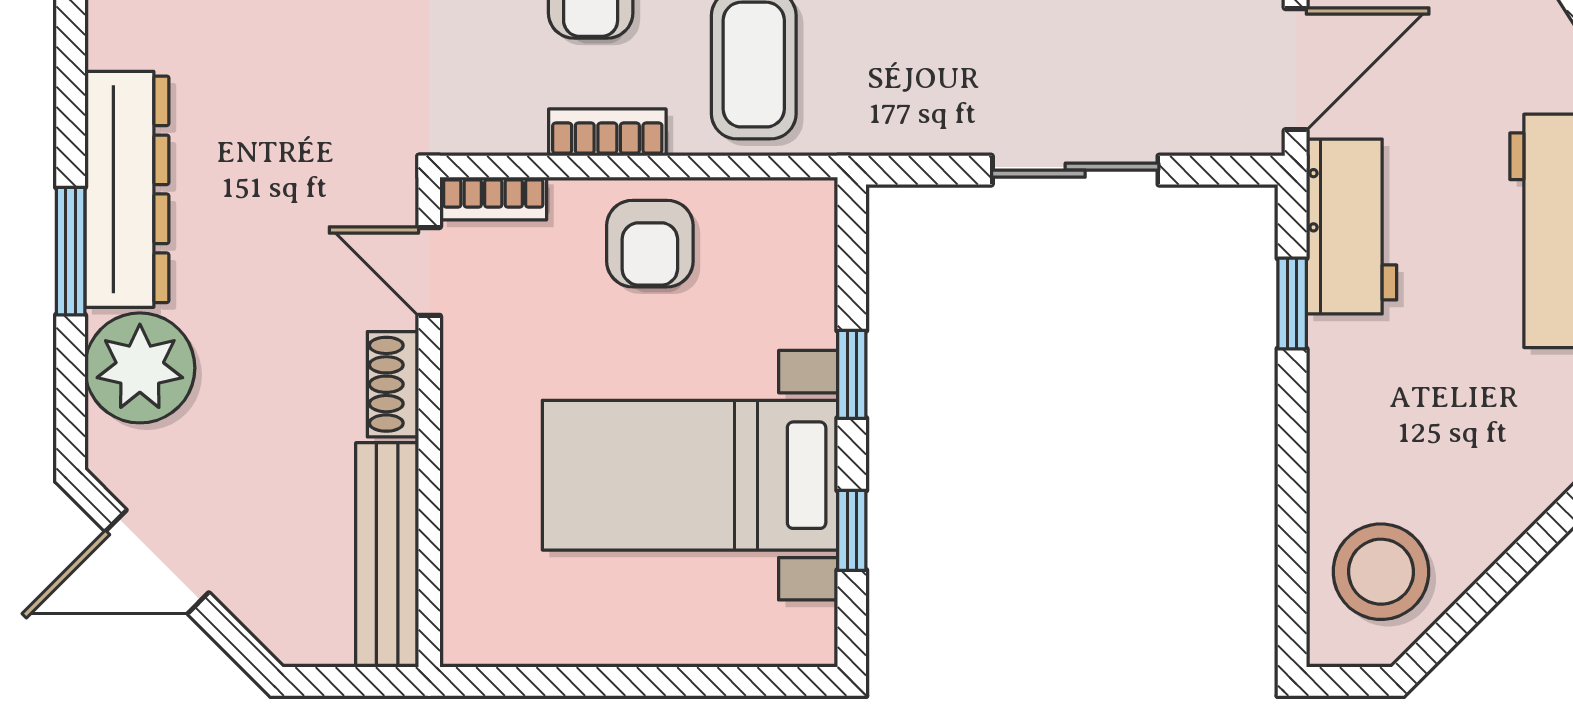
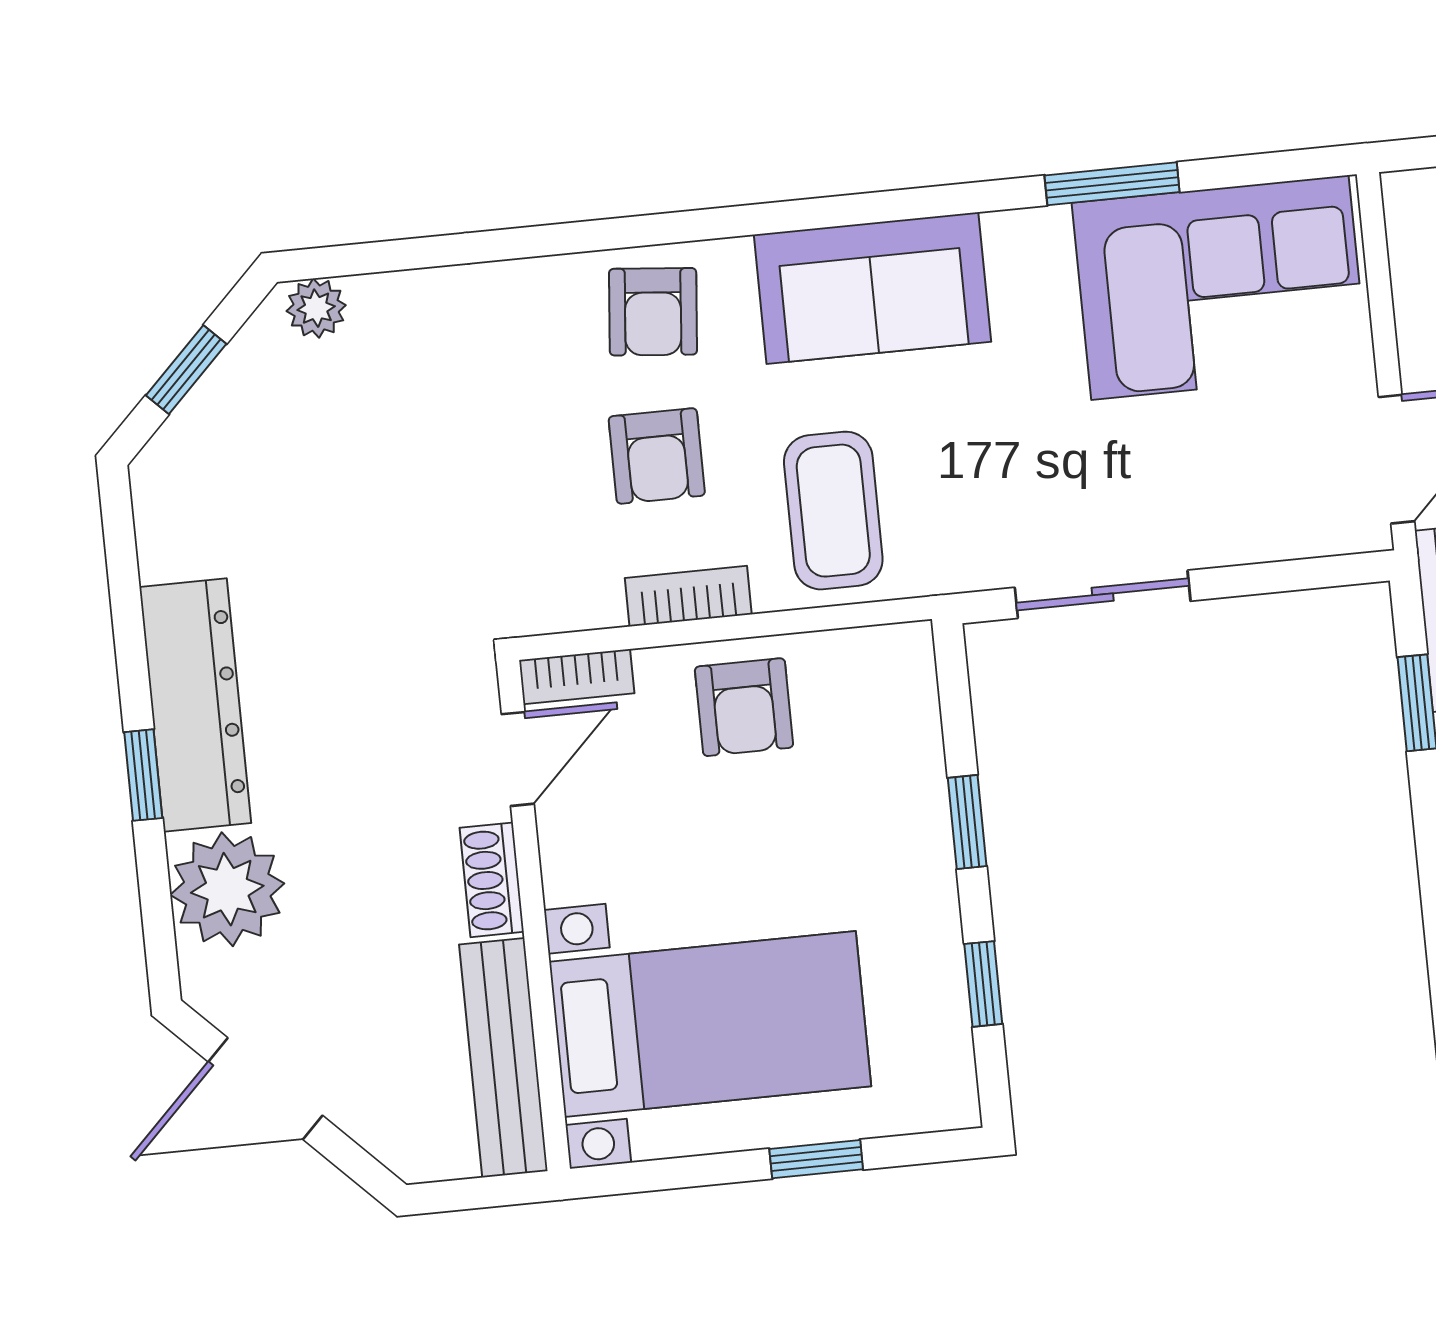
sliding door: (1075, 170) -> (1103, 594), moved
window: (71, 251) -> (143, 775), width x0.67
door: (429, 271) -> (518, 759), swing flipped
bed with nightstands: (690, 475) -> (710, 1024), moved, turned 180
window: (676, 681) -> (816, 1159), added

